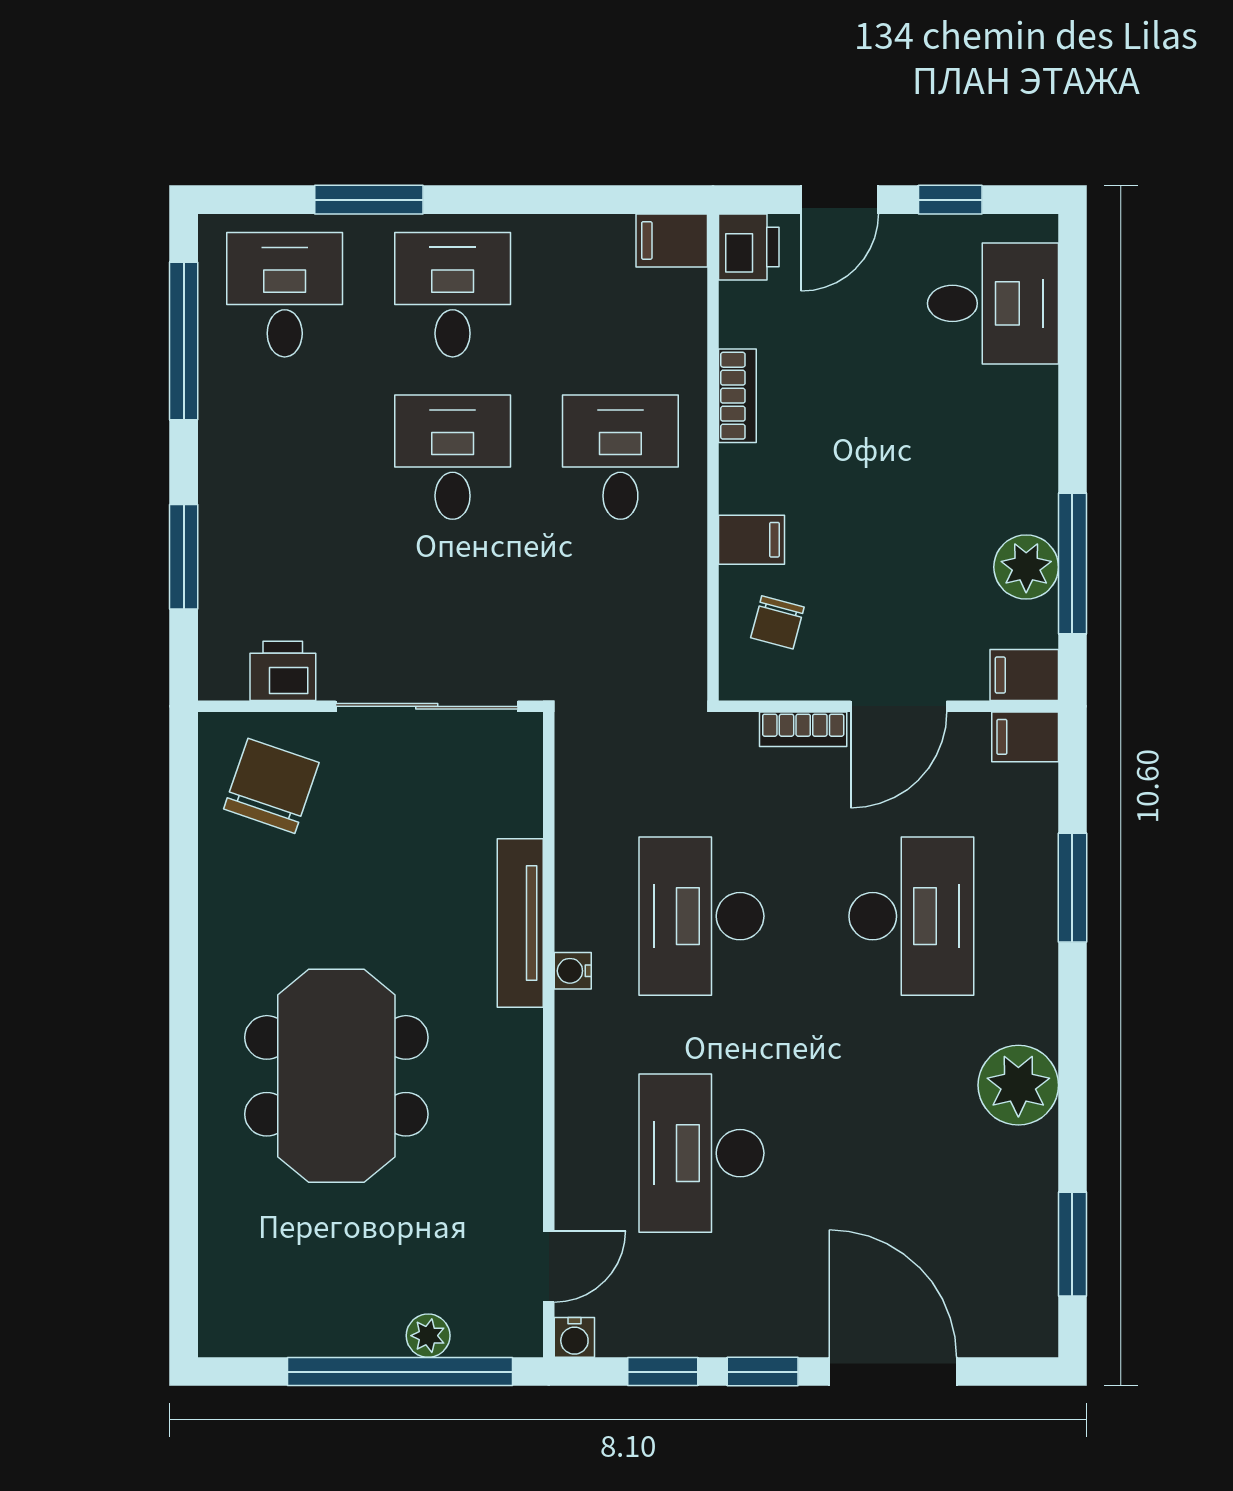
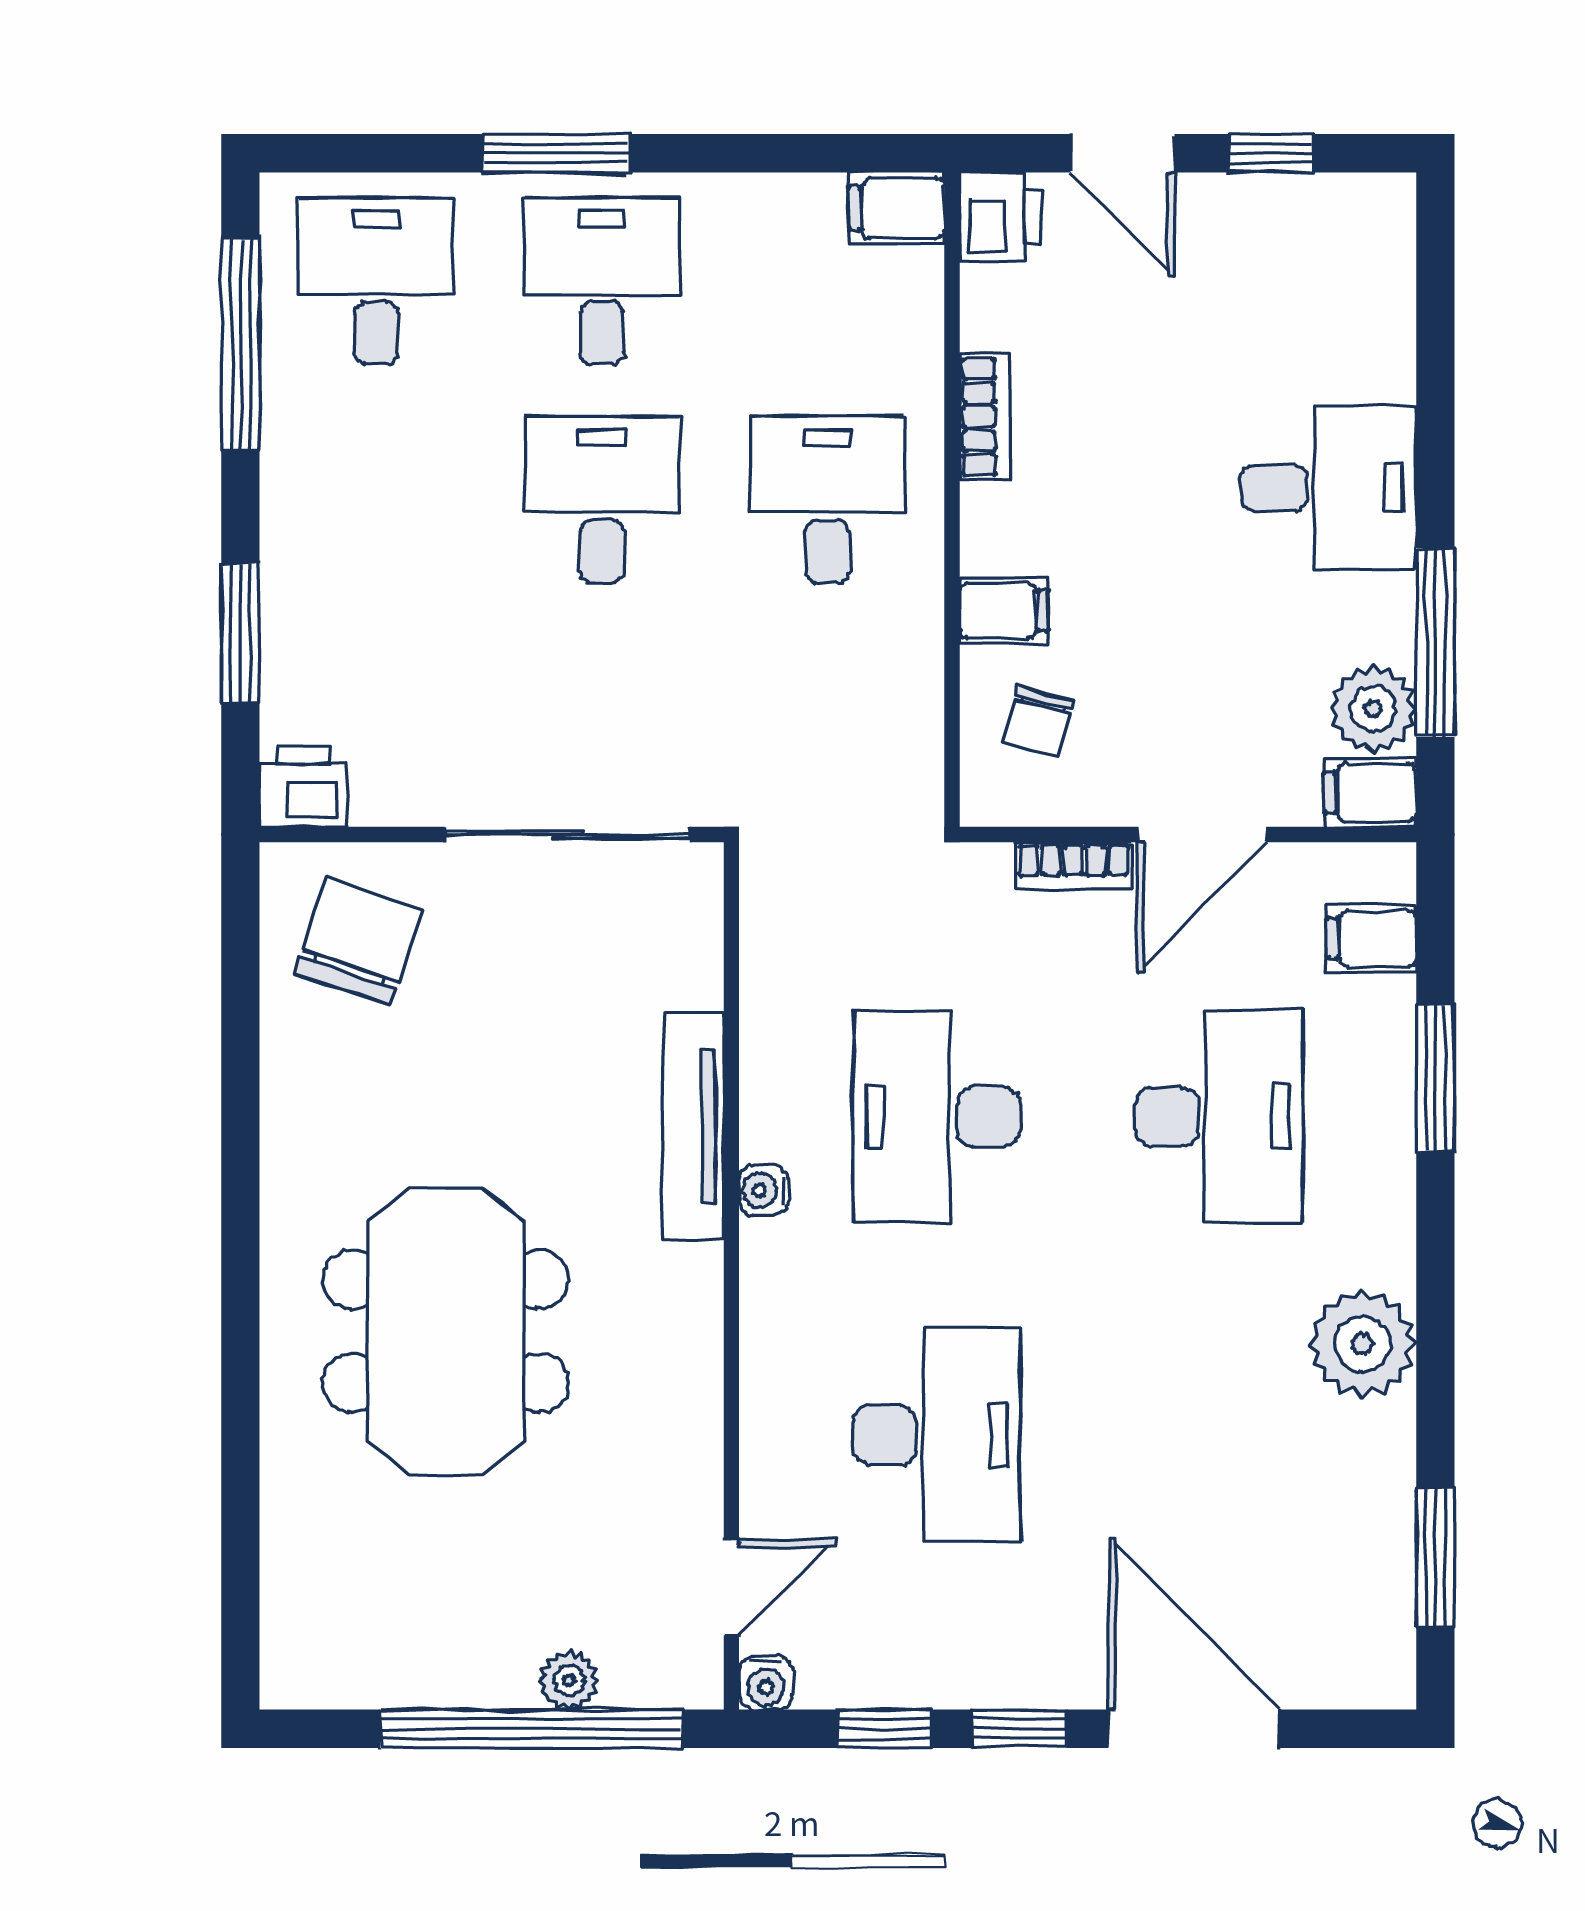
window: (369, 200) -> (556, 153), moved
door: (840, 200) -> (1122, 153), hinge flipped
desk: (993, 303) -> (1328, 488), moved
plant: (1026, 567) -> (1373, 709), moved
printer: (283, 671) -> (304, 787), moved
filing cabinet: (1025, 737) -> (1372, 939), moved
desk: (701, 1153) -> (937, 1435), turned 180

